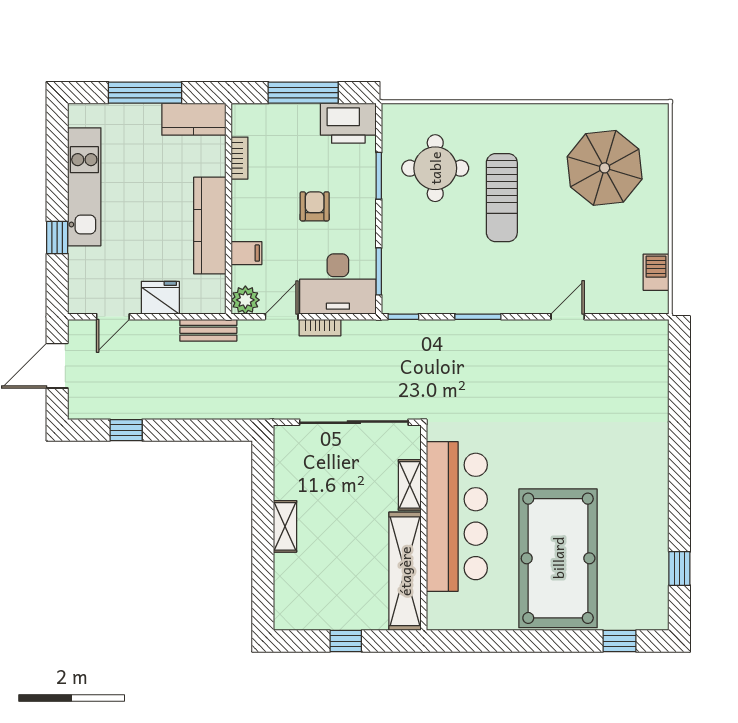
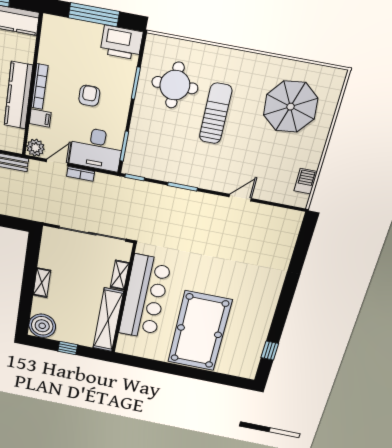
bookcase: (240, 158) -> (40, 87), moved, width x1.56
sun lounger: (502, 198) -> (216, 114), turned 180
boiler: (296, 608) -> (42, 326), added
window: (620, 641) -> (224, 379), removed

